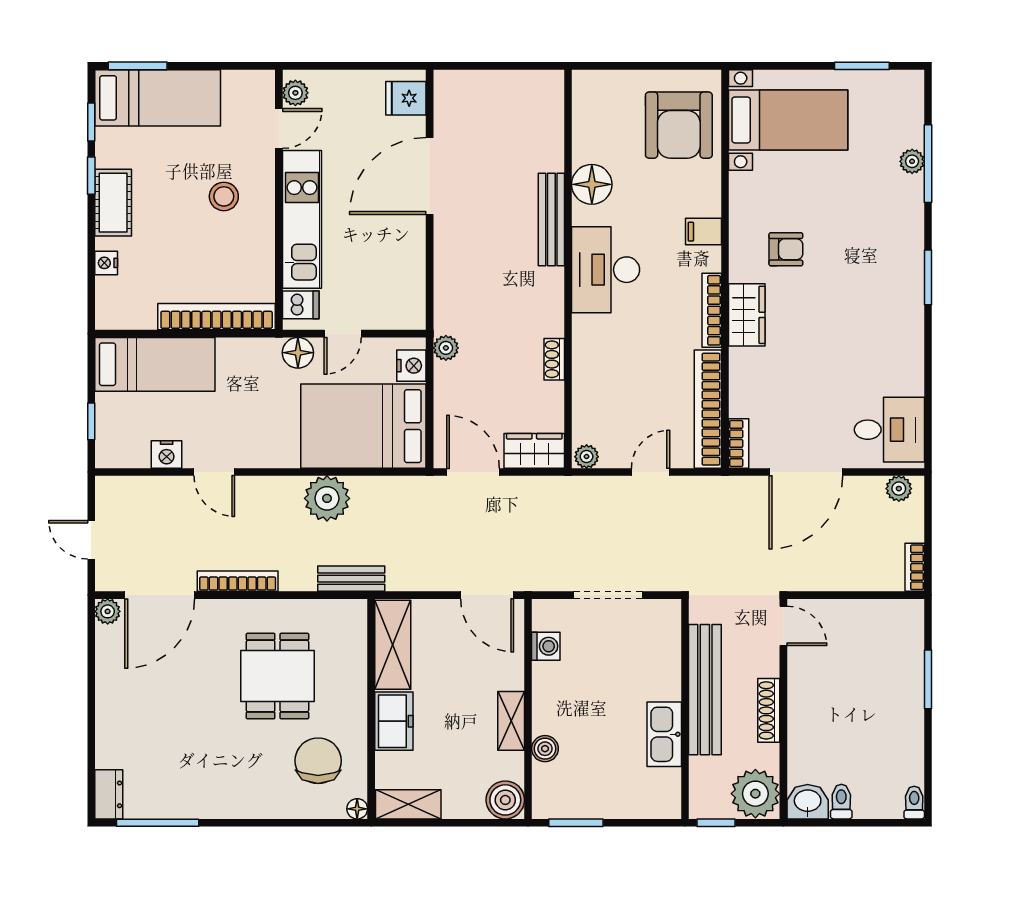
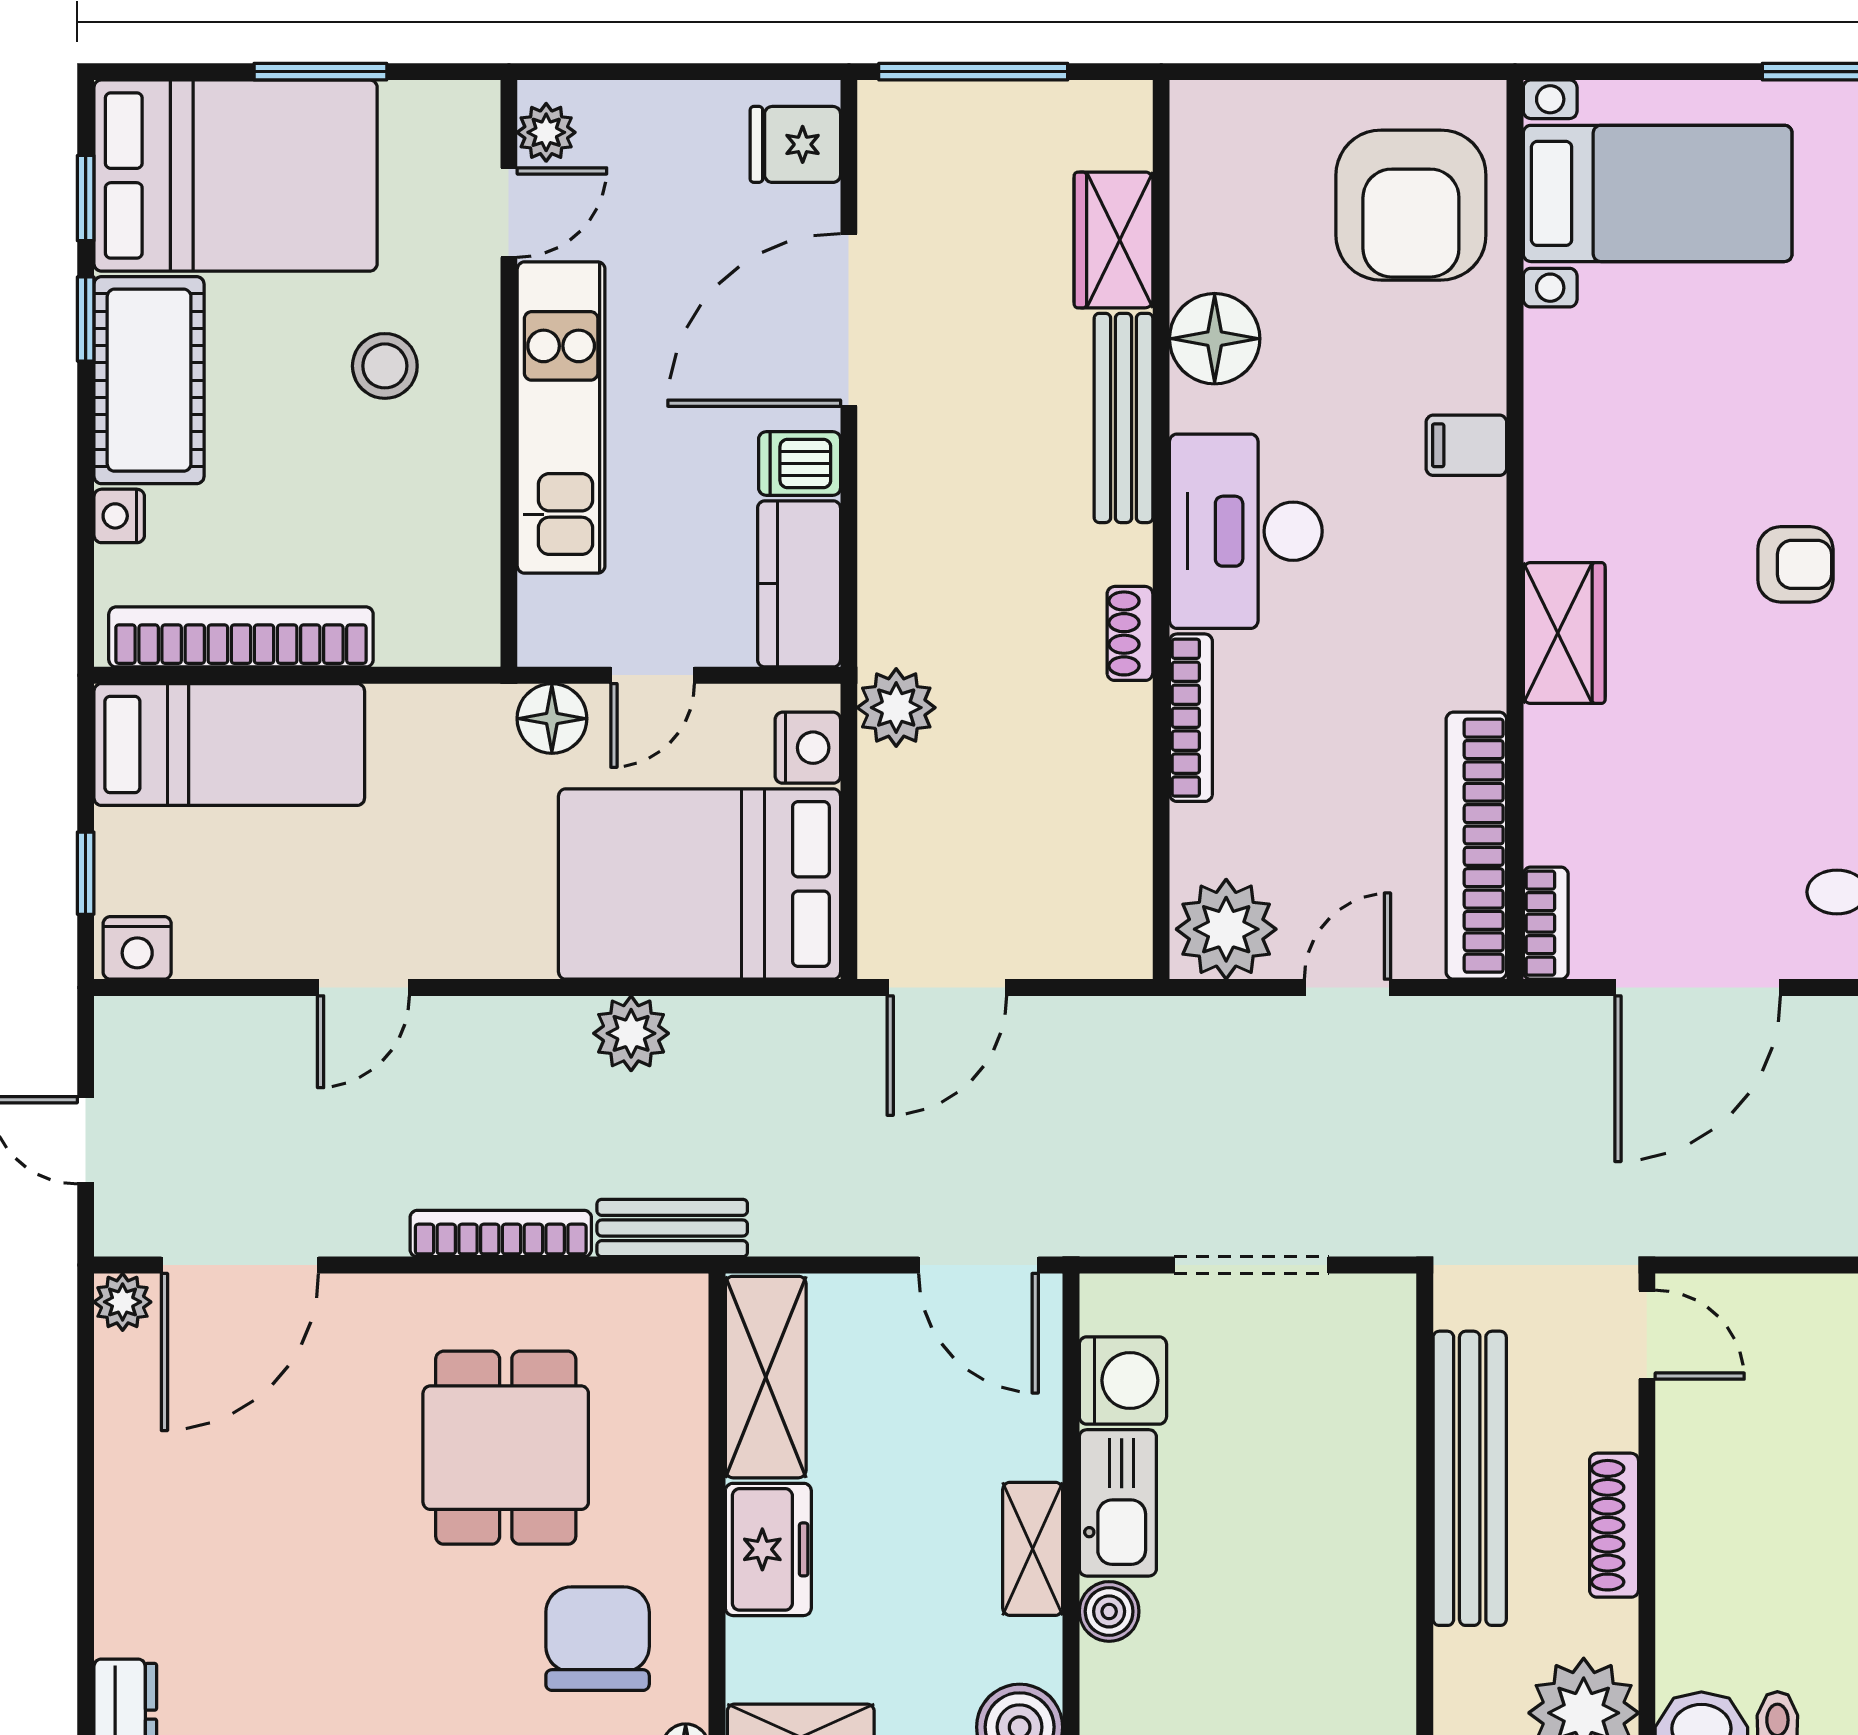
window: (138, 66) -> (320, 72), moved
window: (485, 66) -> (973, 72), added
bed: (158, 98) -> (236, 176), width x1.50
cot: (113, 203) -> (149, 380), width x1.37, depth x1.34
armchair: (786, 249) -> (1795, 564), moved
kitchen counter: (408, 293) -> (799, 584), added
dishwasher: (301, 305) -> (800, 463), moved, turned 180
bookcase: (712, 310) -> (1191, 718), moved, turned 180
bookcase: (217, 317) -> (241, 637), moved
plant: (446, 348) -> (896, 708), width x1.38, depth x1.38
shoe rack: (554, 359) -> (1130, 633), moved
wardrobe: (534, 451) -> (1113, 240), moved, turned -90
nightstand: (167, 454) -> (137, 948), moved
plant: (587, 457) -> (1226, 929), width x1.87, depth x1.87
door: (214, 472) -> (363, 988), hinge flipped
door: (473, 472) -> (947, 988), swing flipped
plant: (327, 498) -> (631, 1033), width x0.73, depth x0.73
bookcase: (238, 581) -> (501, 1234), moved
washing machine: (546, 646) -> (1123, 1380), width x1.38, depth x1.38
kitchen sink: (664, 734) -> (1118, 1503), moved, turned 180

